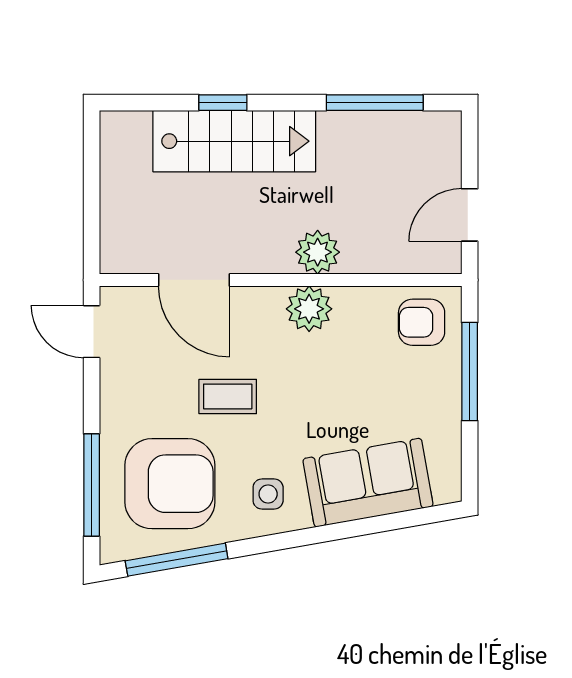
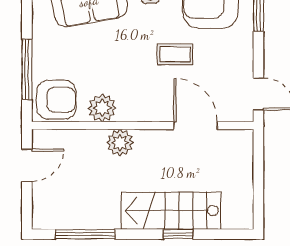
plant: (309, 309) -> (102, 108), moved
armchair: (422, 322) -> (56, 100), width x1.38, depth x1.38

